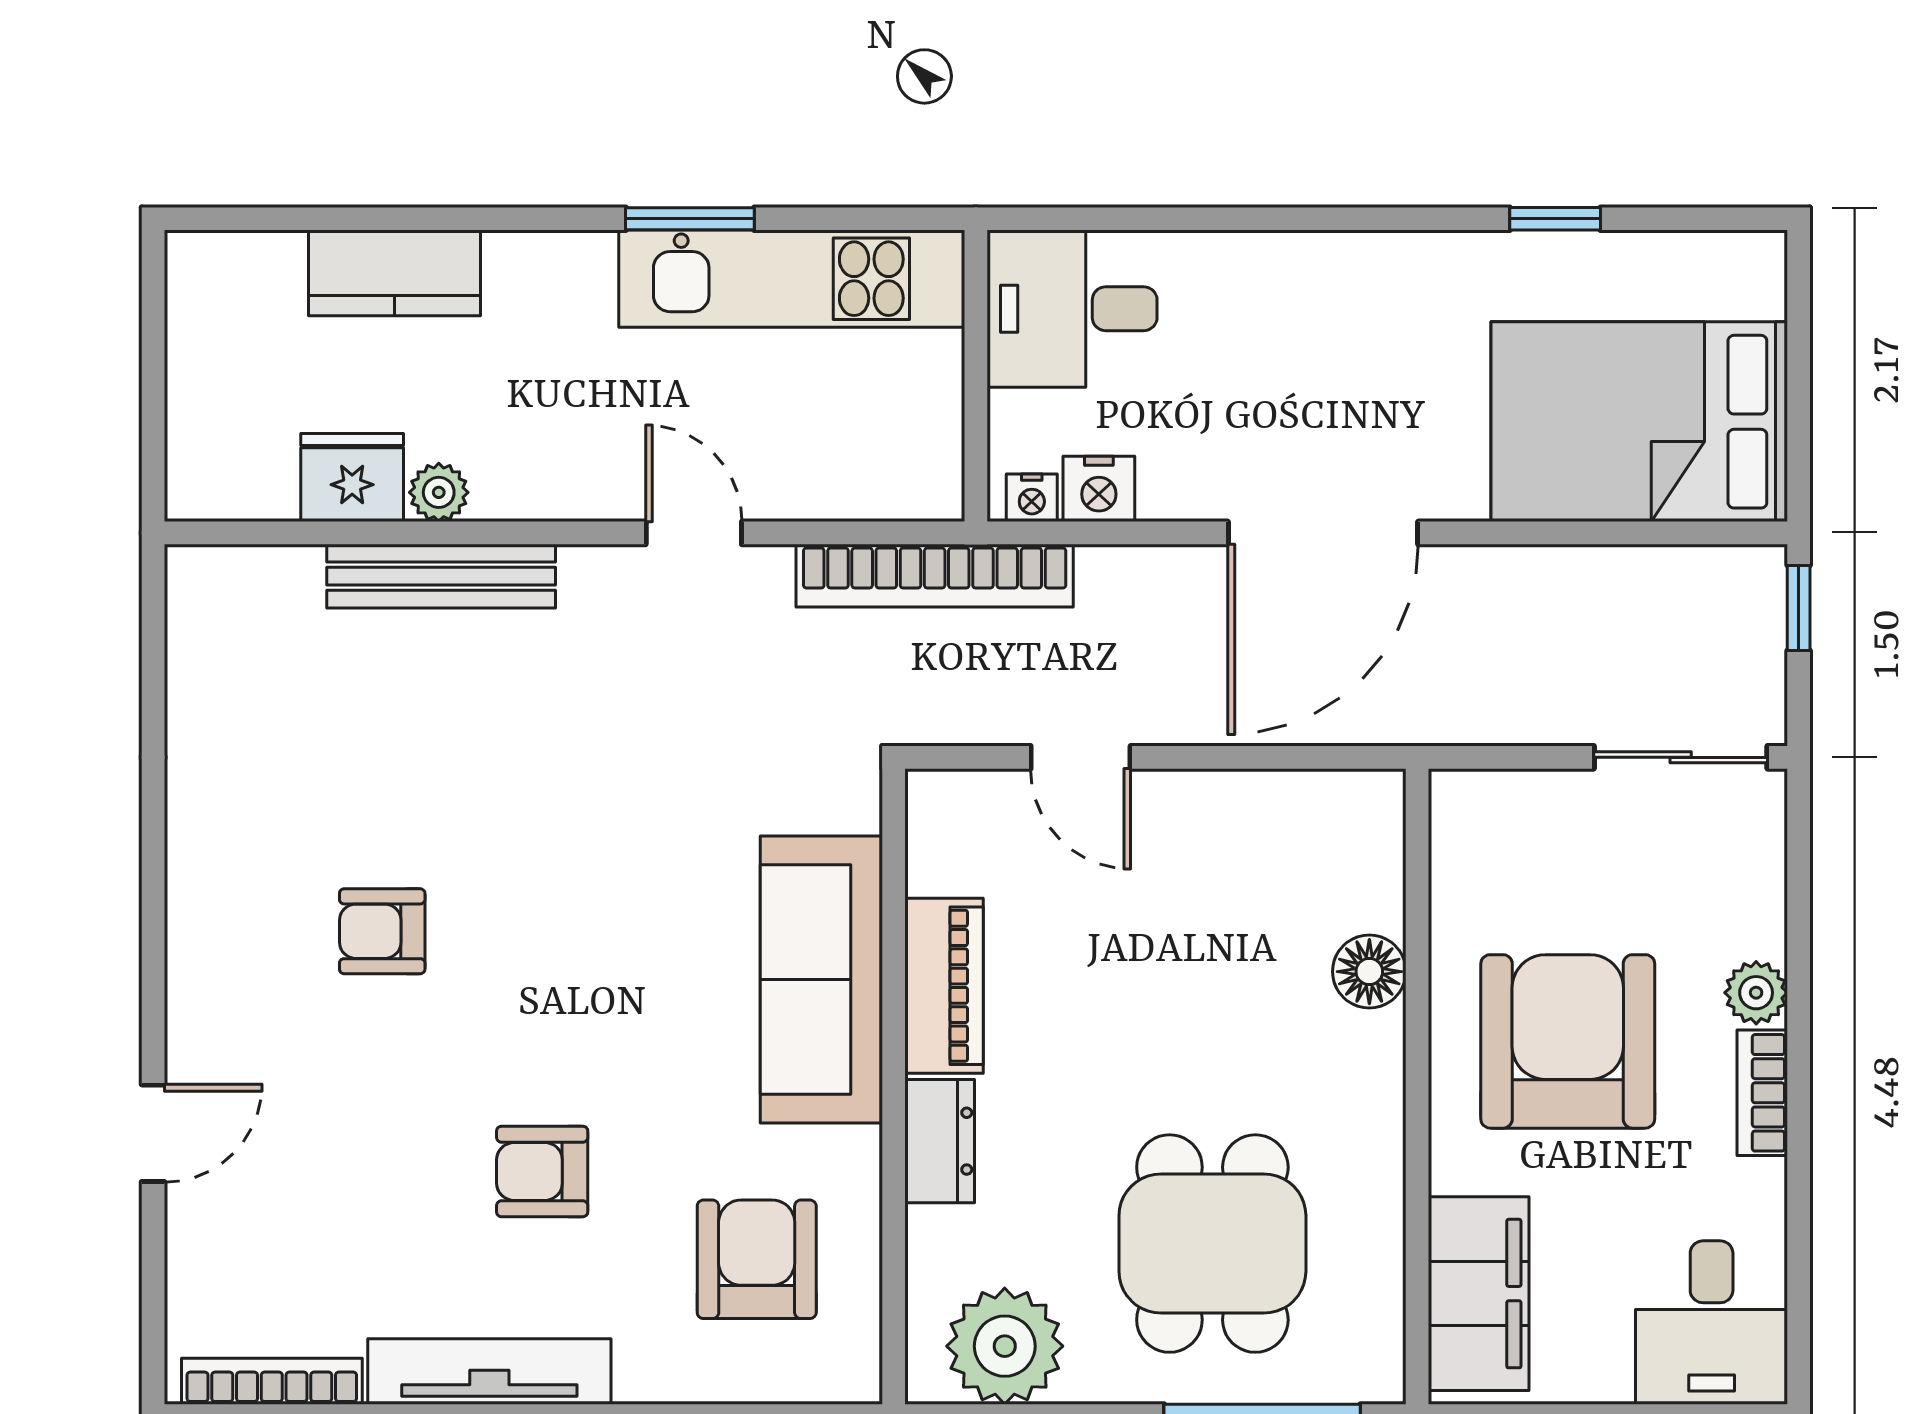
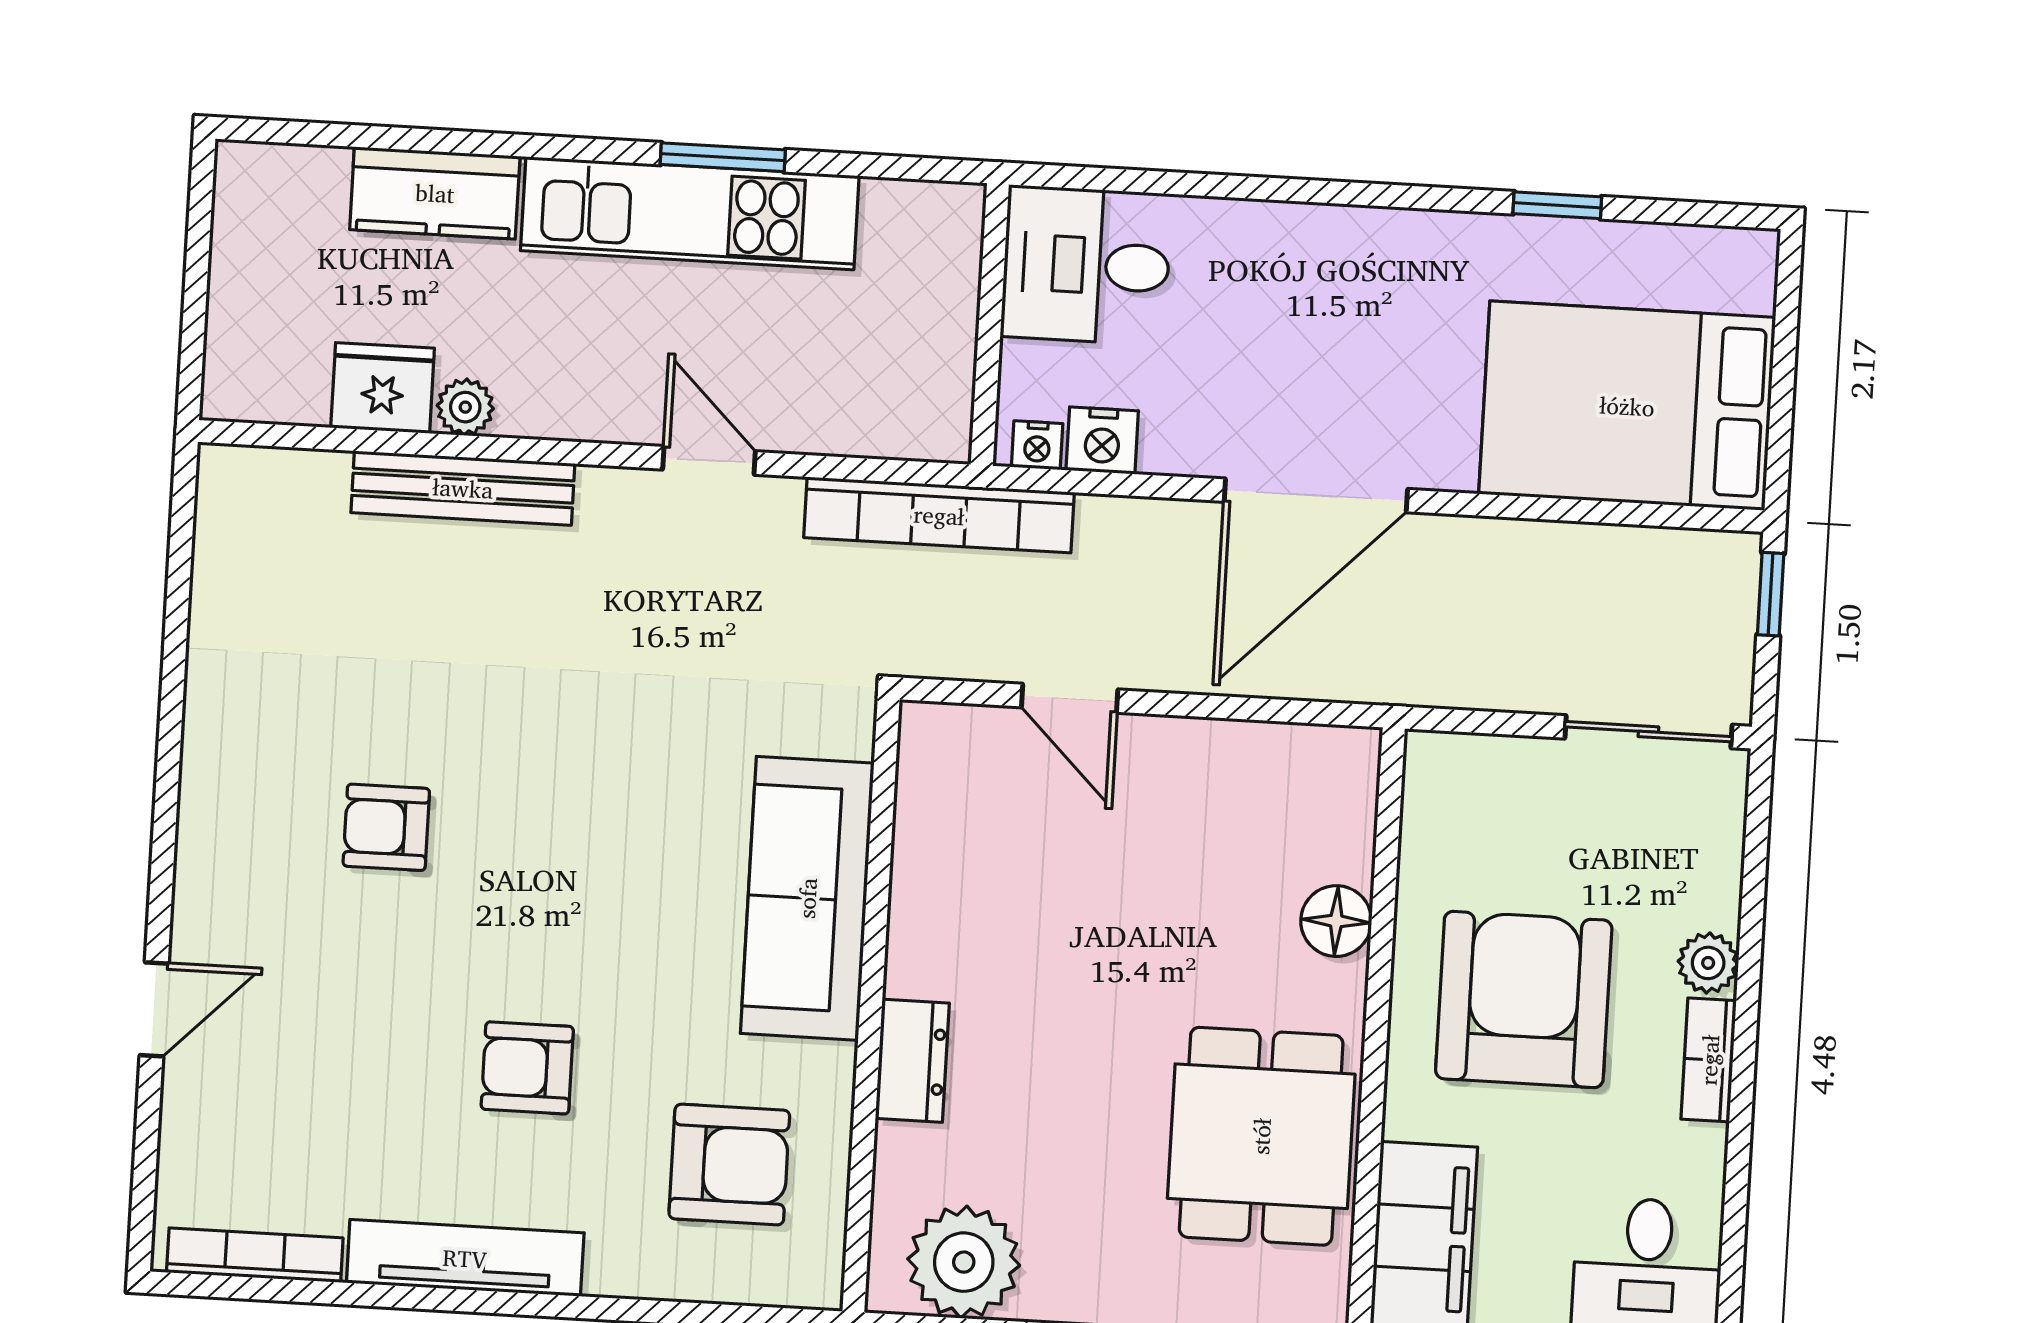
kitchen unit: (792, 279) -> (690, 213), moved
piano: (944, 986) -> (925, 911), removed
dining table: (1212, 1244) -> (1261, 1136), moved
armchair: (757, 1259) -> (729, 1165), turned 90

